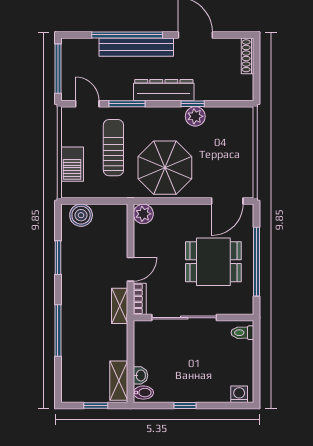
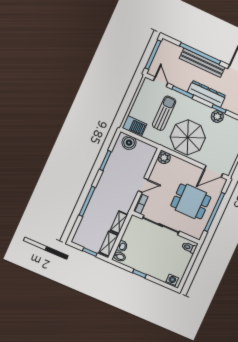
barbecue: (72, 164) -> (134, 126), moved, turned -90
shelving: (120, 306) -> (119, 222), moved

